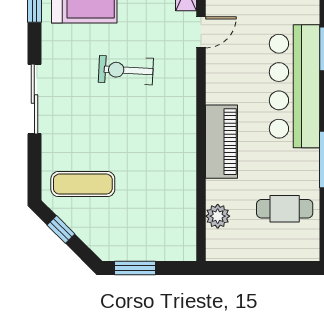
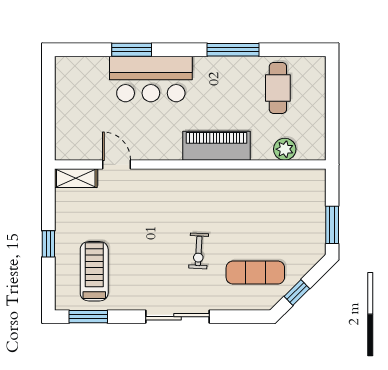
exercise bike: (126, 70) -> (199, 251), moved, width x0.73, depth x0.72
bar counter: (294, 86) -> (151, 79), width x0.73
exercise mat: (83, 184) -> (255, 273), turned 90

